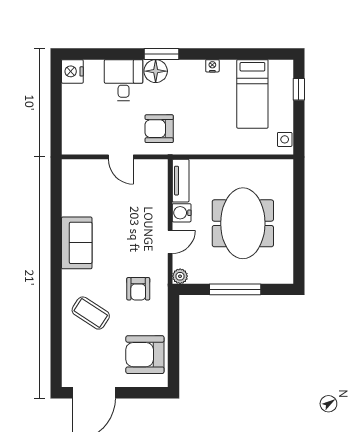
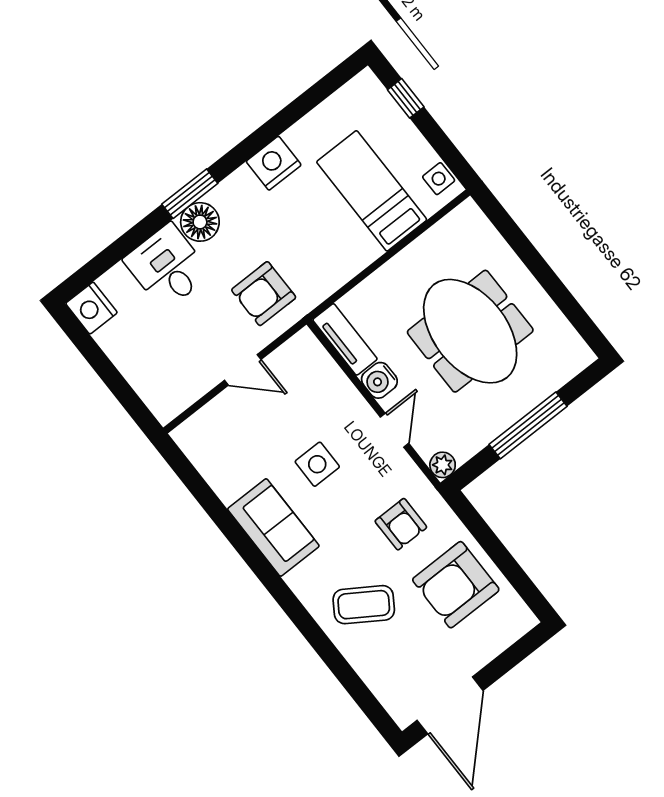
nightstand: (212, 66) -> (274, 163), width x1.89, depth x1.79
bed: (252, 94) -> (372, 191), moved, turned 180
side table: (121, 229) -> (317, 464), added
armchair: (145, 355) -> (456, 585), moved

